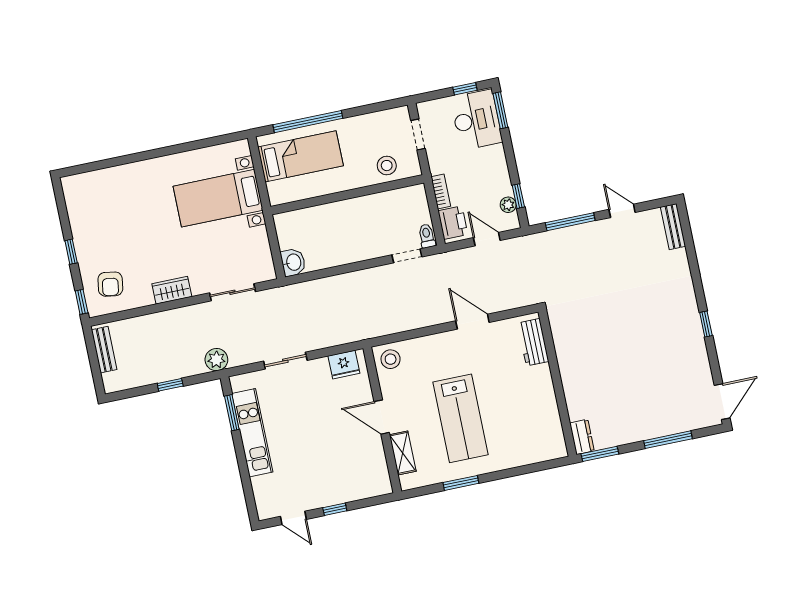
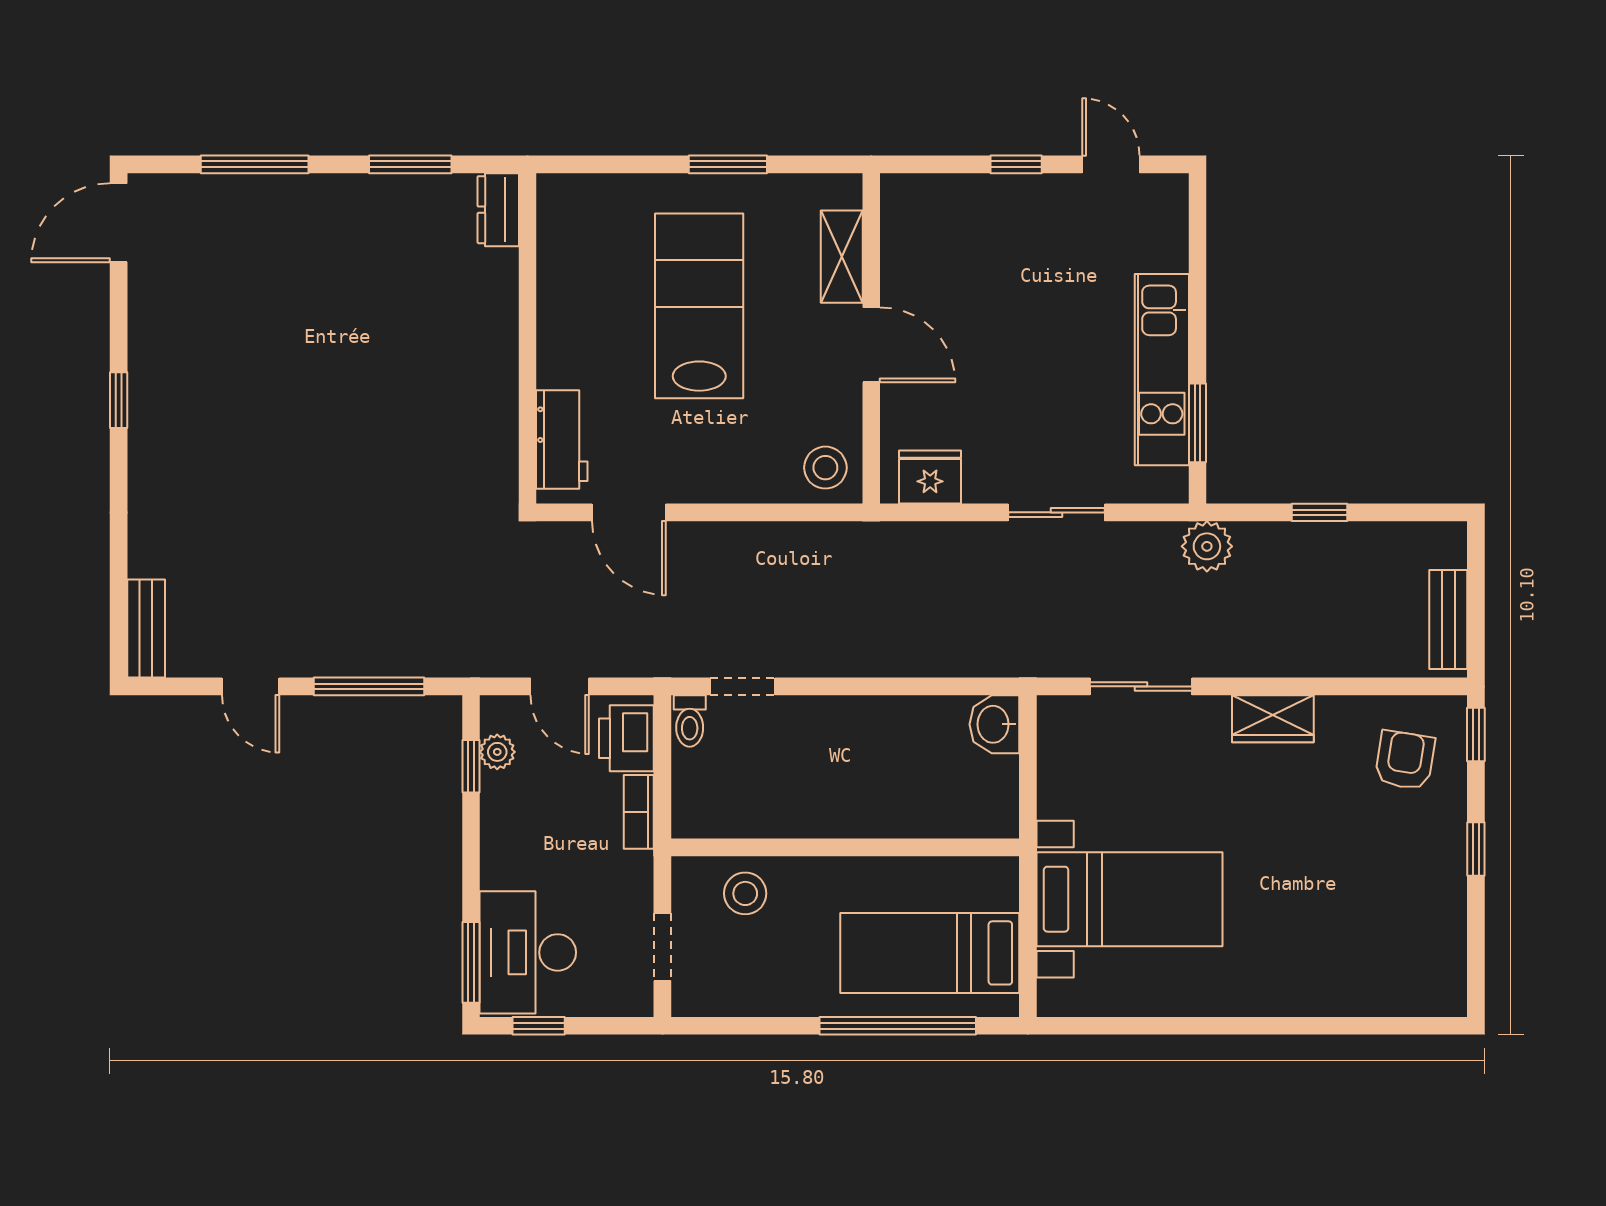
workbench: (533, 342) -> (562, 439), moved
wall: (557, 383) -> (528, 338), moved
dresser: (582, 437) -> (498, 210), moved

